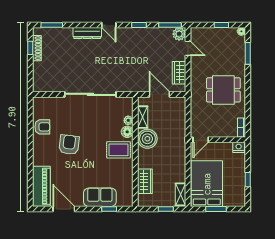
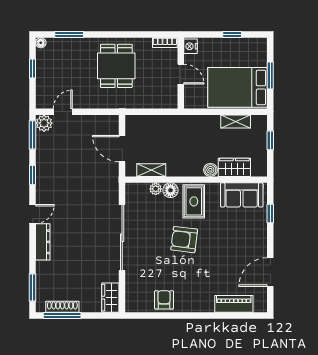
window: (30, 48) -> (62, 316), width x2.17
wardrobe: (179, 73) -> (110, 298), moved, turned 90
door: (159, 94) -> (122, 149), hinge flipped
boiler: (147, 139) -> (210, 170), moved, width x0.54, depth x0.54
door: (201, 140) -> (181, 74), moved
armchair: (69, 145) -> (184, 240), moved
piano: (41, 186) -> (234, 304), width x0.73, depth x0.75
shelving: (180, 194) -> (236, 121), moved
sofa: (100, 197) -> (242, 195), moved, turned -90

